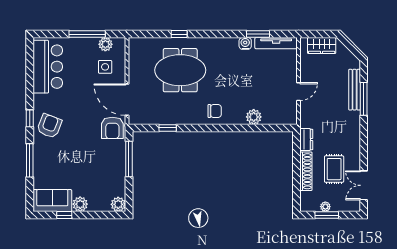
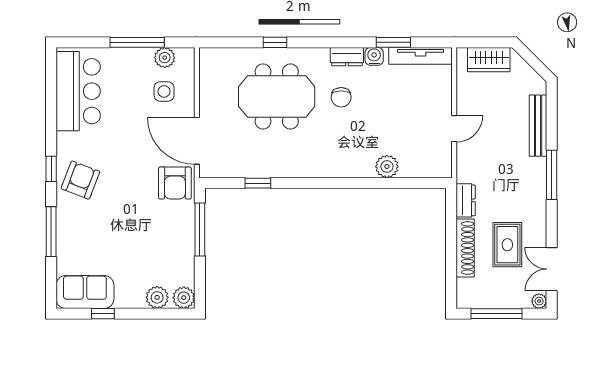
dresser: (227, 44) -> (347, 57), added
window: (364, 99) -> (552, 175), moved
chair: (215, 111) -> (341, 97), moved, turned 90
plant: (80, 204) -> (157, 297), moved
plant: (325, 207) -> (539, 301), moved
window: (327, 215) -> (496, 314), width x1.44

